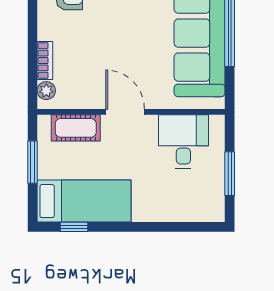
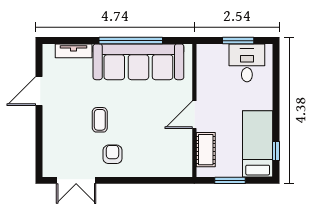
bookcase: (45, 61) -> (158, 172), removed
plant: (46, 91) -> (179, 171), removed
desk: (183, 142) -> (247, 63), moved, turned 90

